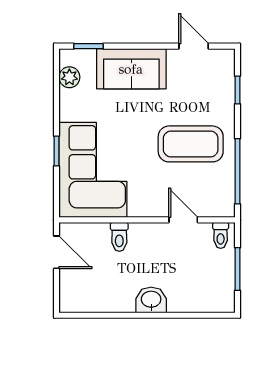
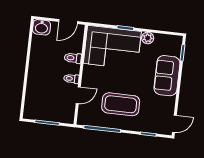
door: (194, 46) -> (174, 124), moved
plant: (69, 77) -> (148, 38), moved
coffee table: (191, 144) -> (121, 104), turned 90
toilet: (221, 235) -> (71, 79), moved
washbasin: (151, 300) -> (42, 27), moved, turned 90

